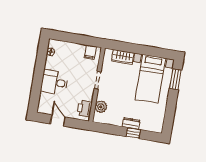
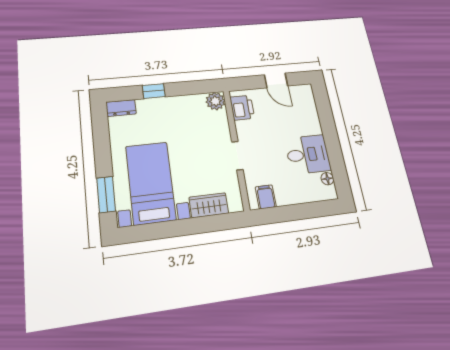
desk: (54, 82) -> (308, 154), moved
plant: (101, 107) -> (215, 101), moved
dresser: (131, 124) -> (121, 108), moved

